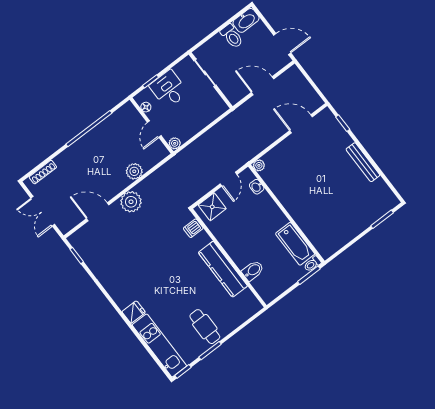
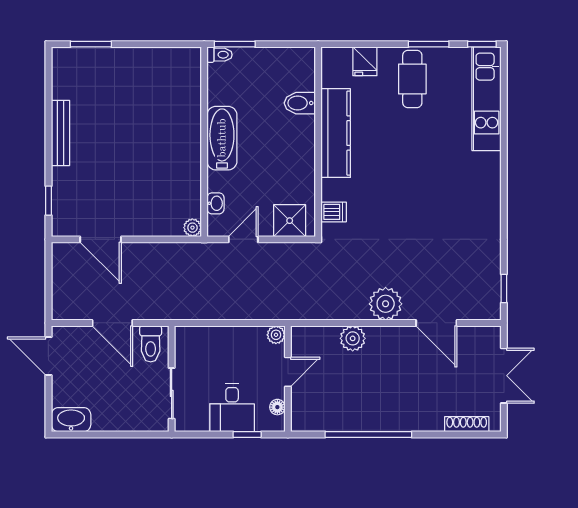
toilet: (232, 36) -> (151, 344), moved, turned 180
bathtub: (295, 244) -> (222, 138), moved
fridge: (134, 312) -> (365, 61), moved, turned -90

